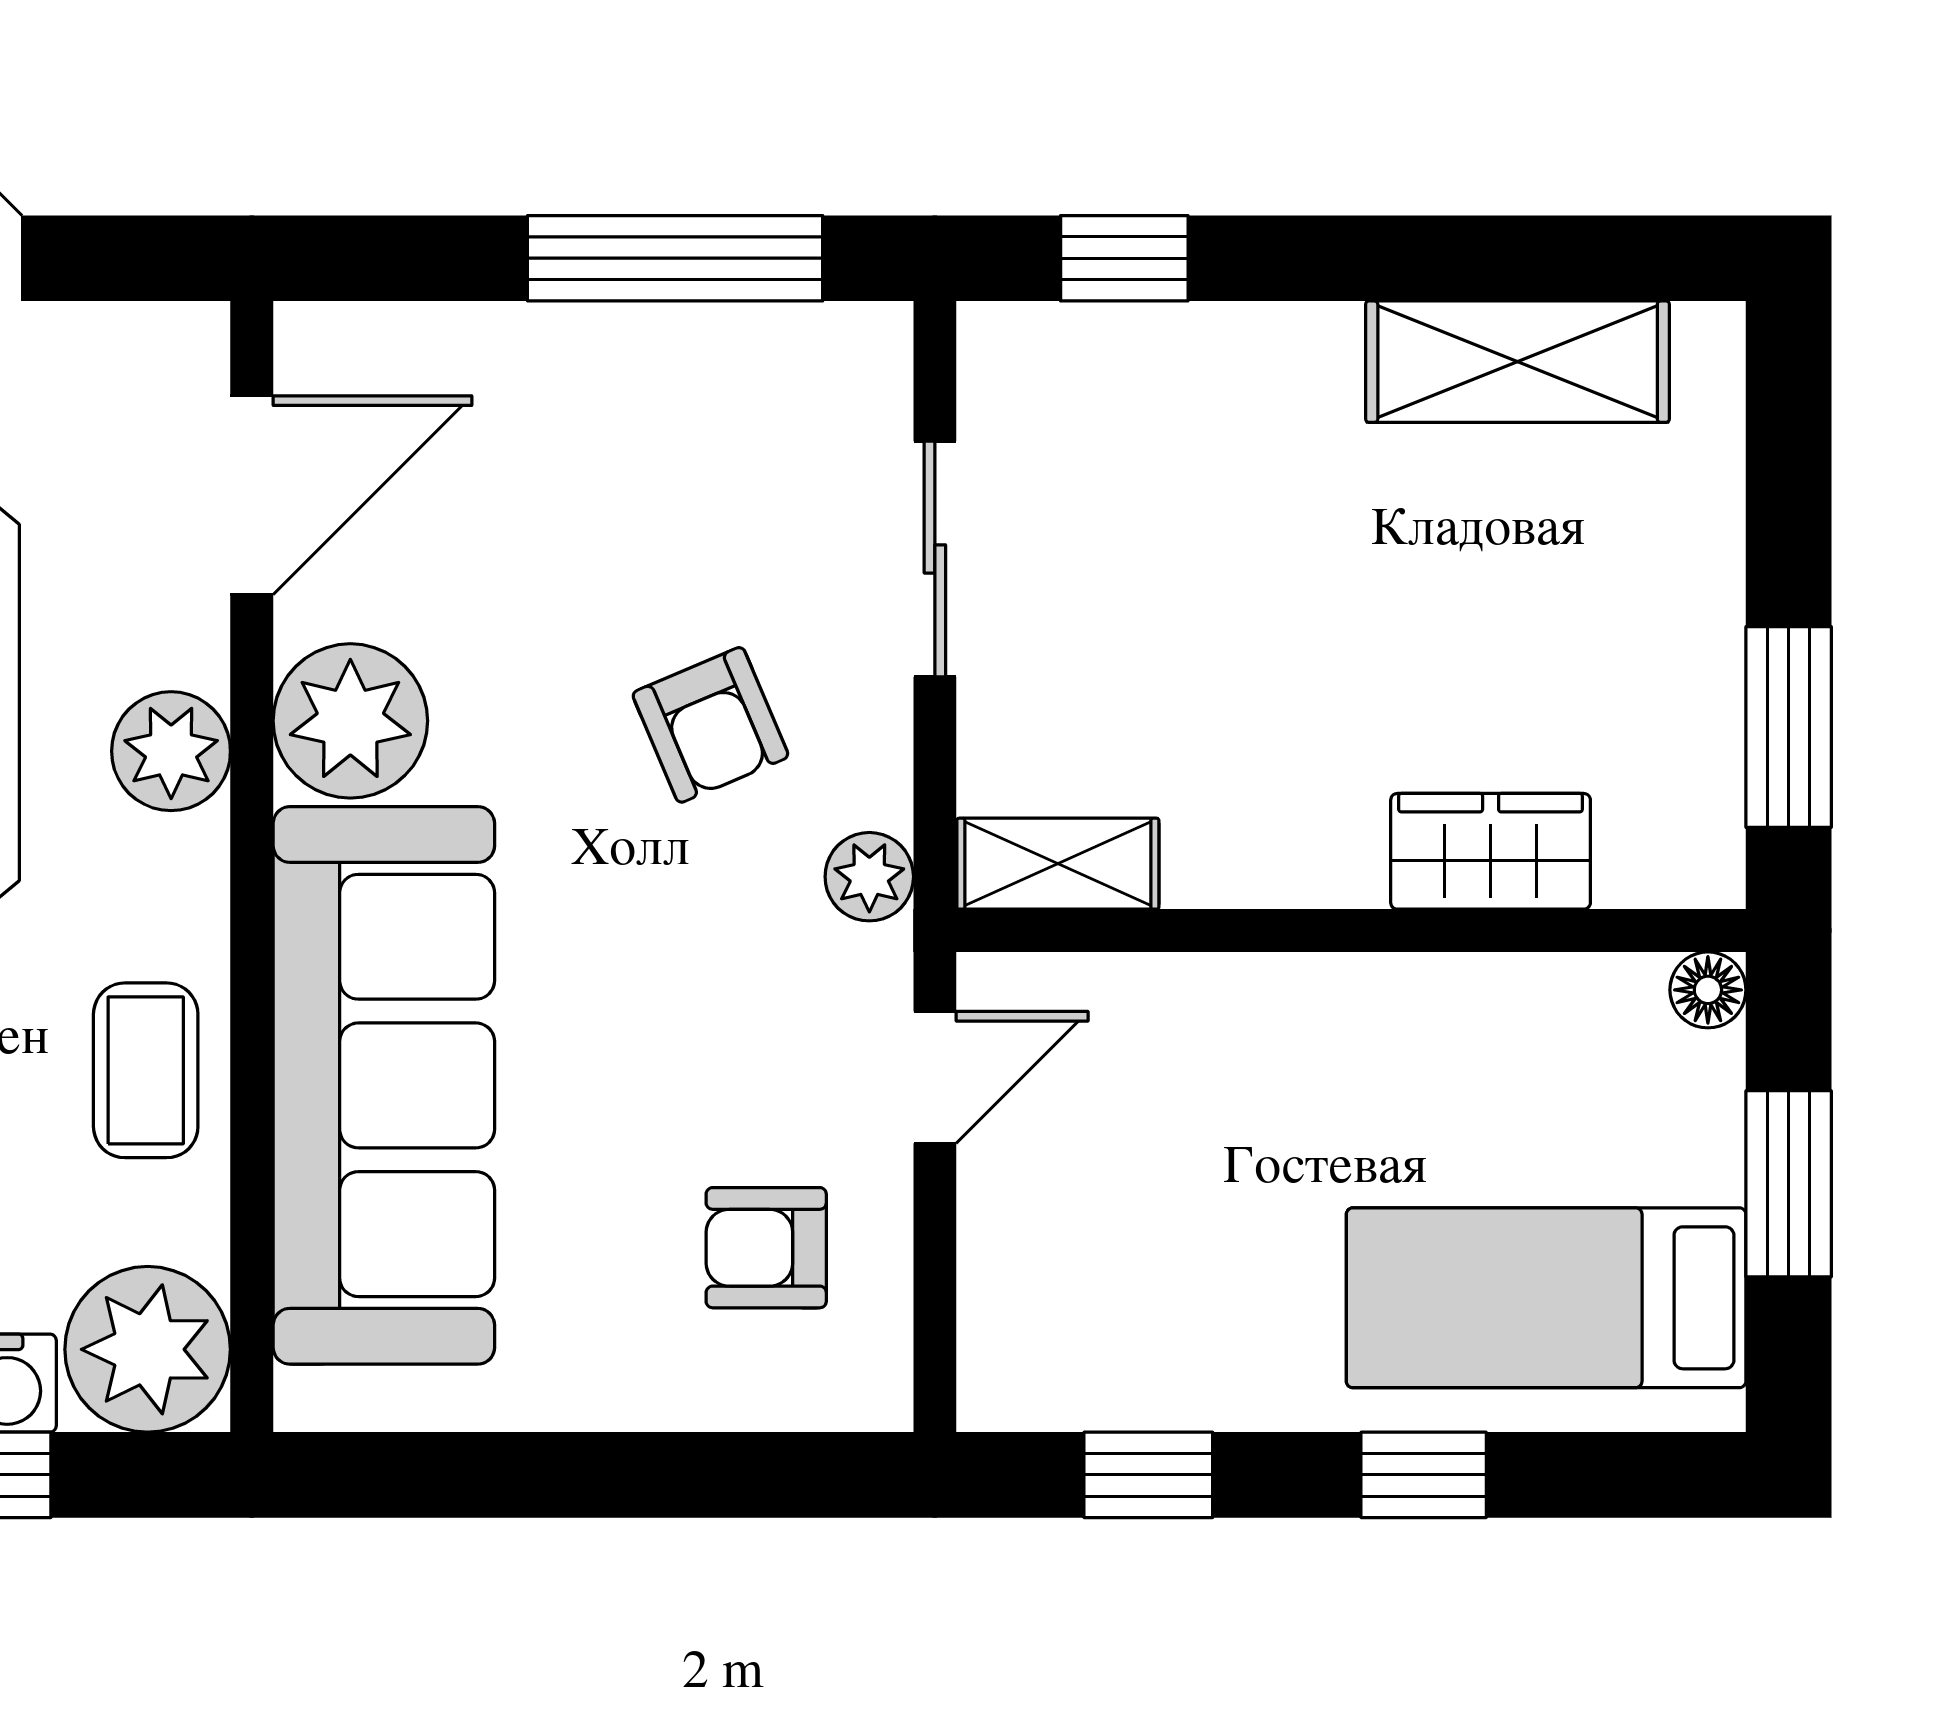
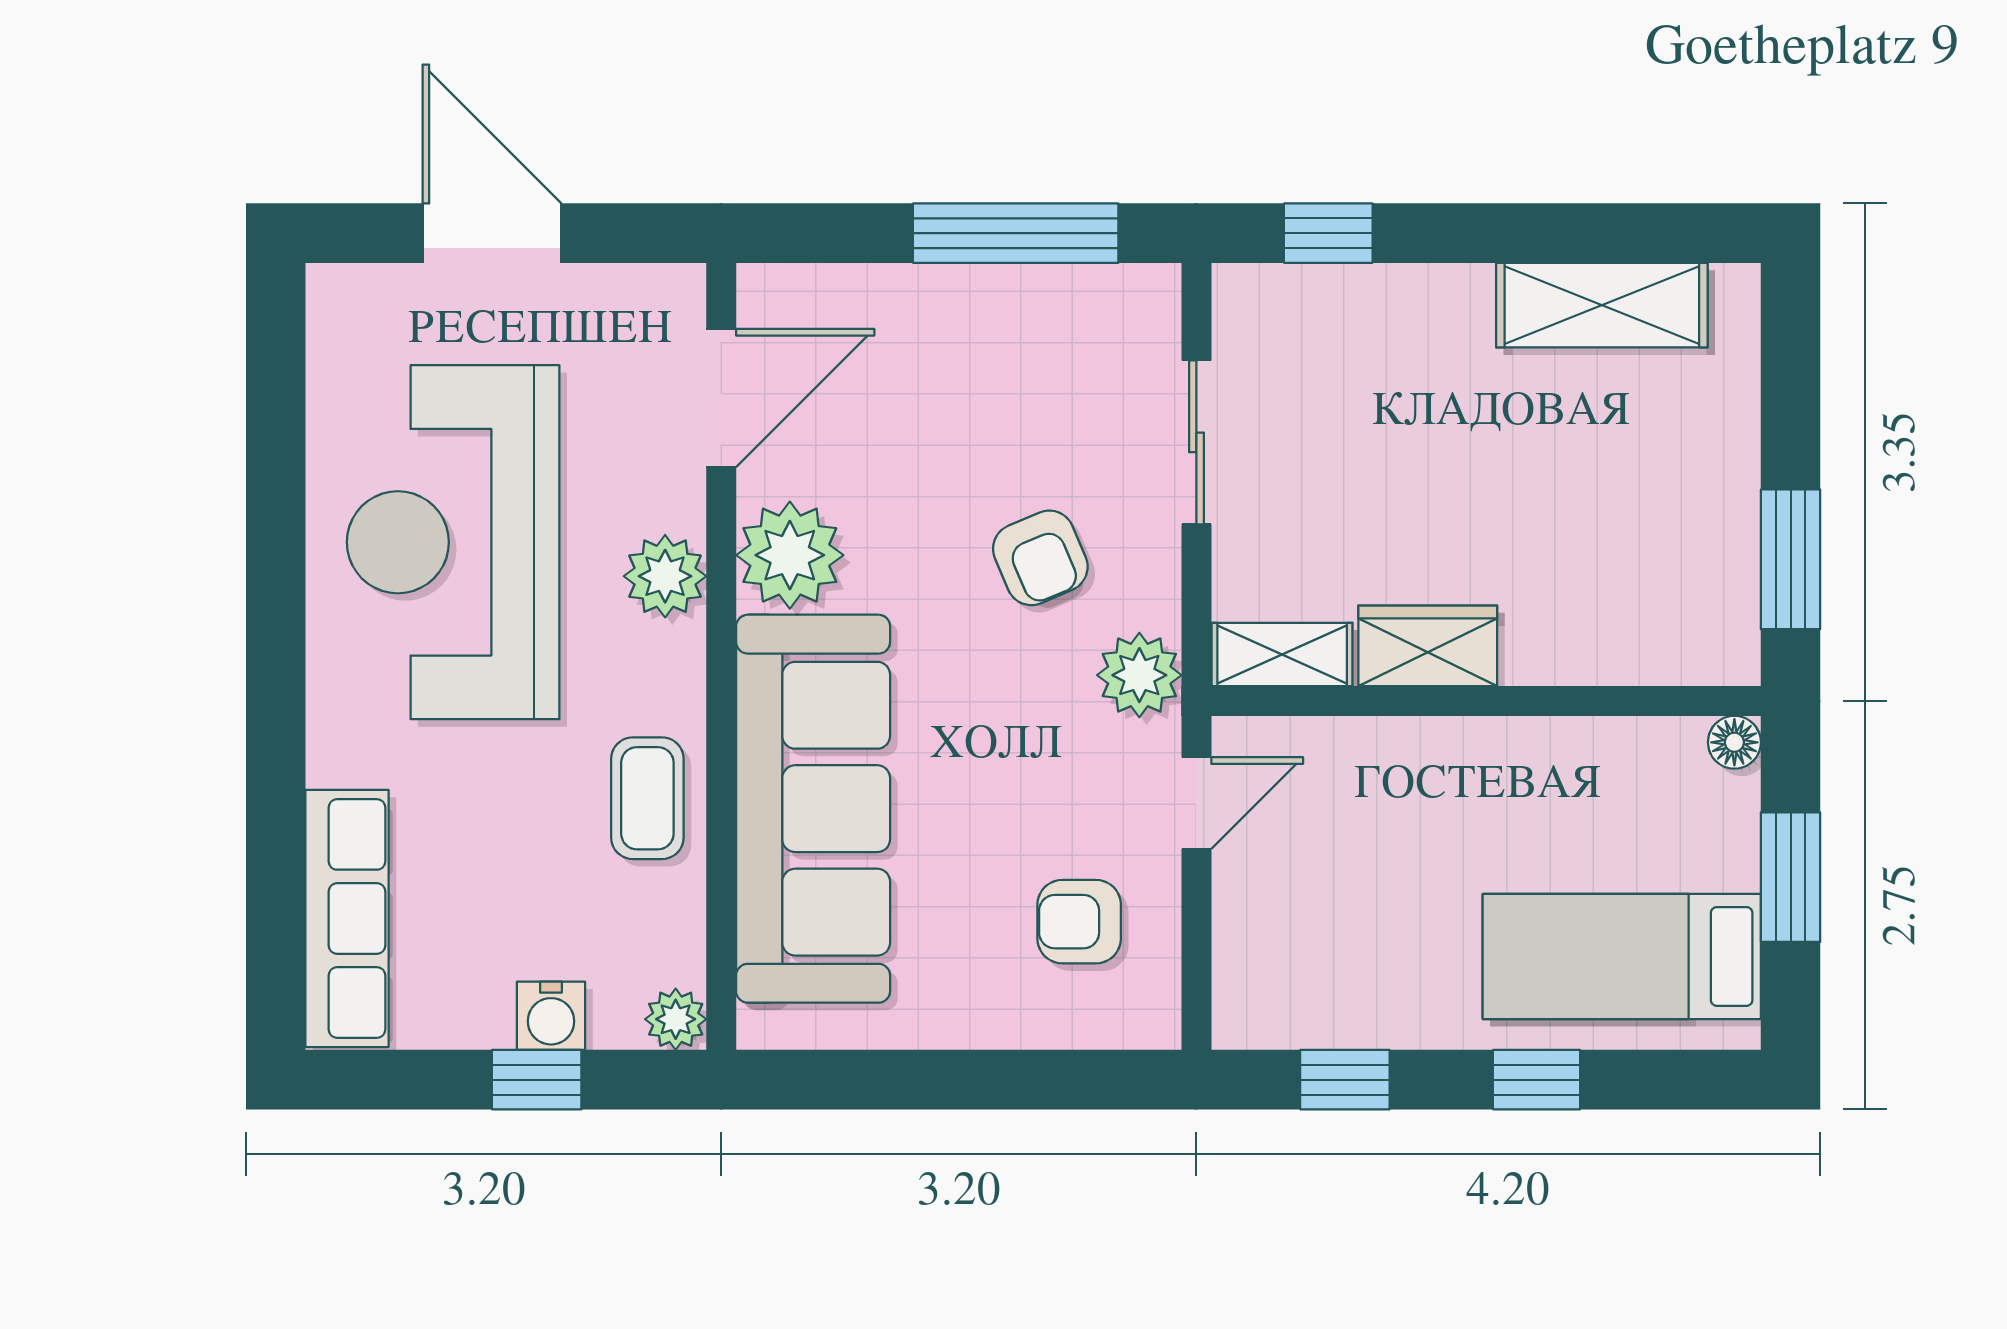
wardrobe: (1491, 851) -> (1428, 646), moved
plant: (869, 877) -> (1139, 675), width x1.38, depth x1.38
plant: (148, 1349) -> (676, 1019), width x0.53, depth x0.53

